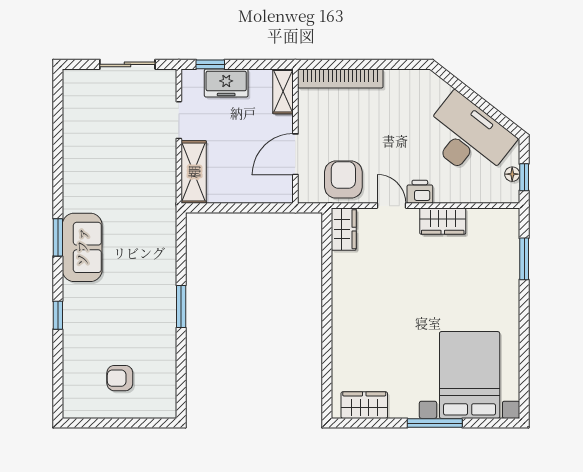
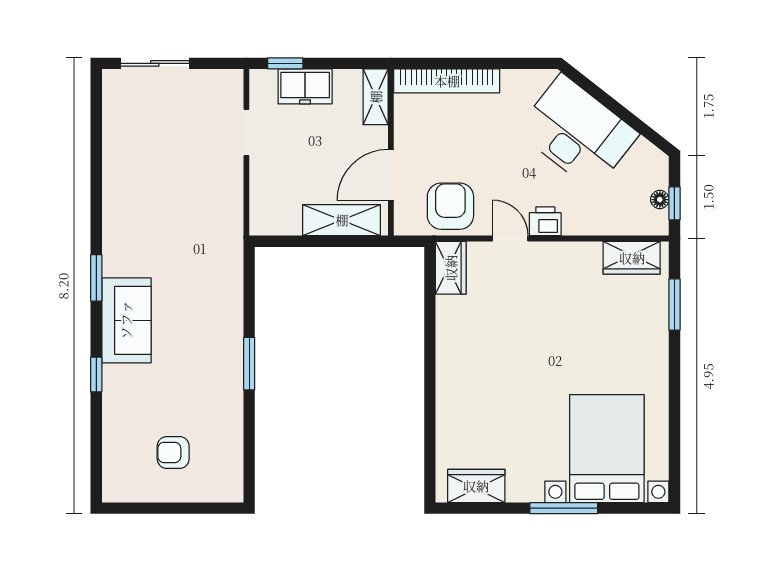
sliding door: (127, 64) -> (155, 63), moved
desk: (468, 137) -> (577, 132), moved
shelving: (194, 172) -> (342, 220), moved, turned 90
wardrobe: (443, 221) -> (632, 258), moved
sofa: (82, 247) -> (126, 320), moved

